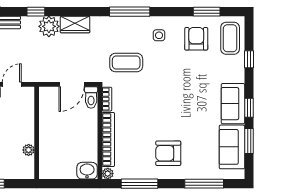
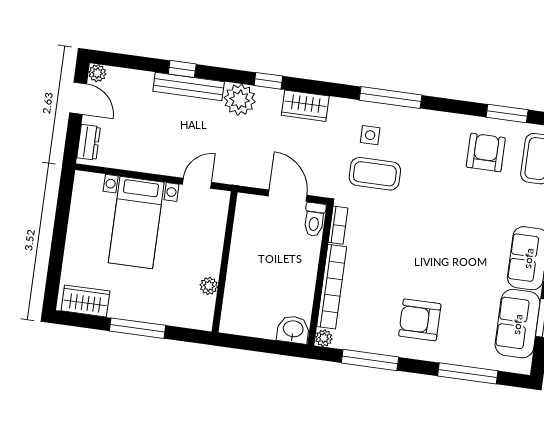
window: (36, 12) -> (268, 81), moved
plant: (49, 26) -> (240, 100), moved
side table: (159, 35) -> (370, 135), moved
door: (72, 84) -> (288, 196), swing flipped

